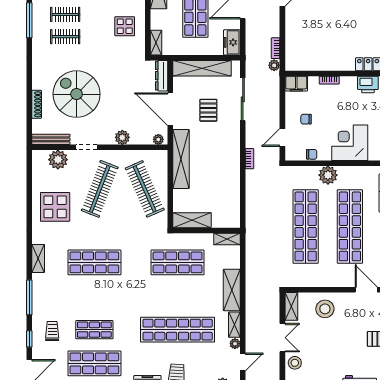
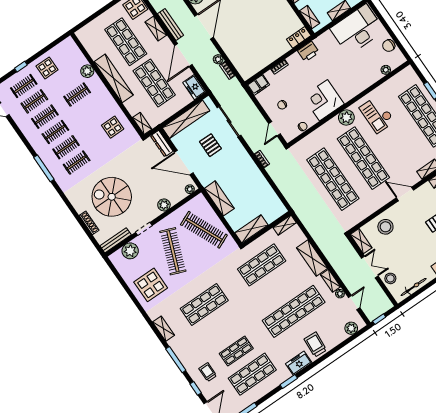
plant: (274, 65) -> (218, 59), moved
shelving: (181, 159) -> (219, 198), width x0.68
plant: (328, 175) -> (346, 118), moved

